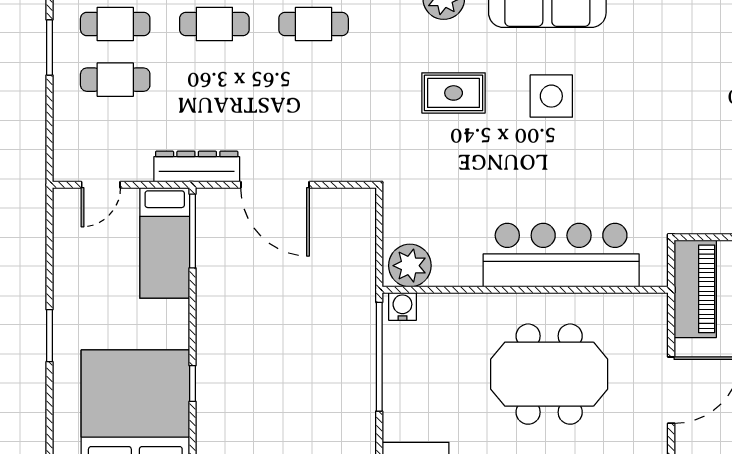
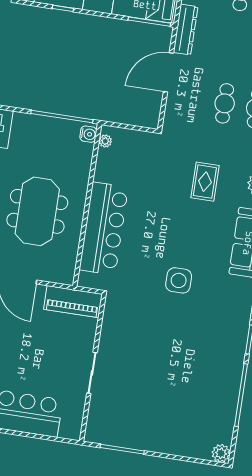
cafe table: (314, 80) -> (225, 103), added
side table: (551, 96) -> (179, 280), moved
plant: (410, 266) -> (105, 141), width x0.53, depth x0.53

